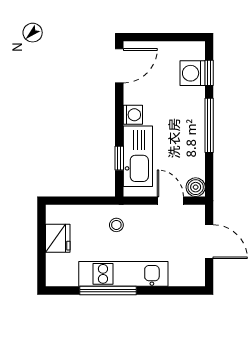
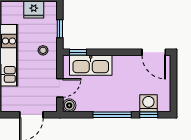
washing machine: (133, 115) -> (120, 62), removed
window: (119, 158) -> (78, 52), moved
window: (85, 201) -> (60, 29), added

